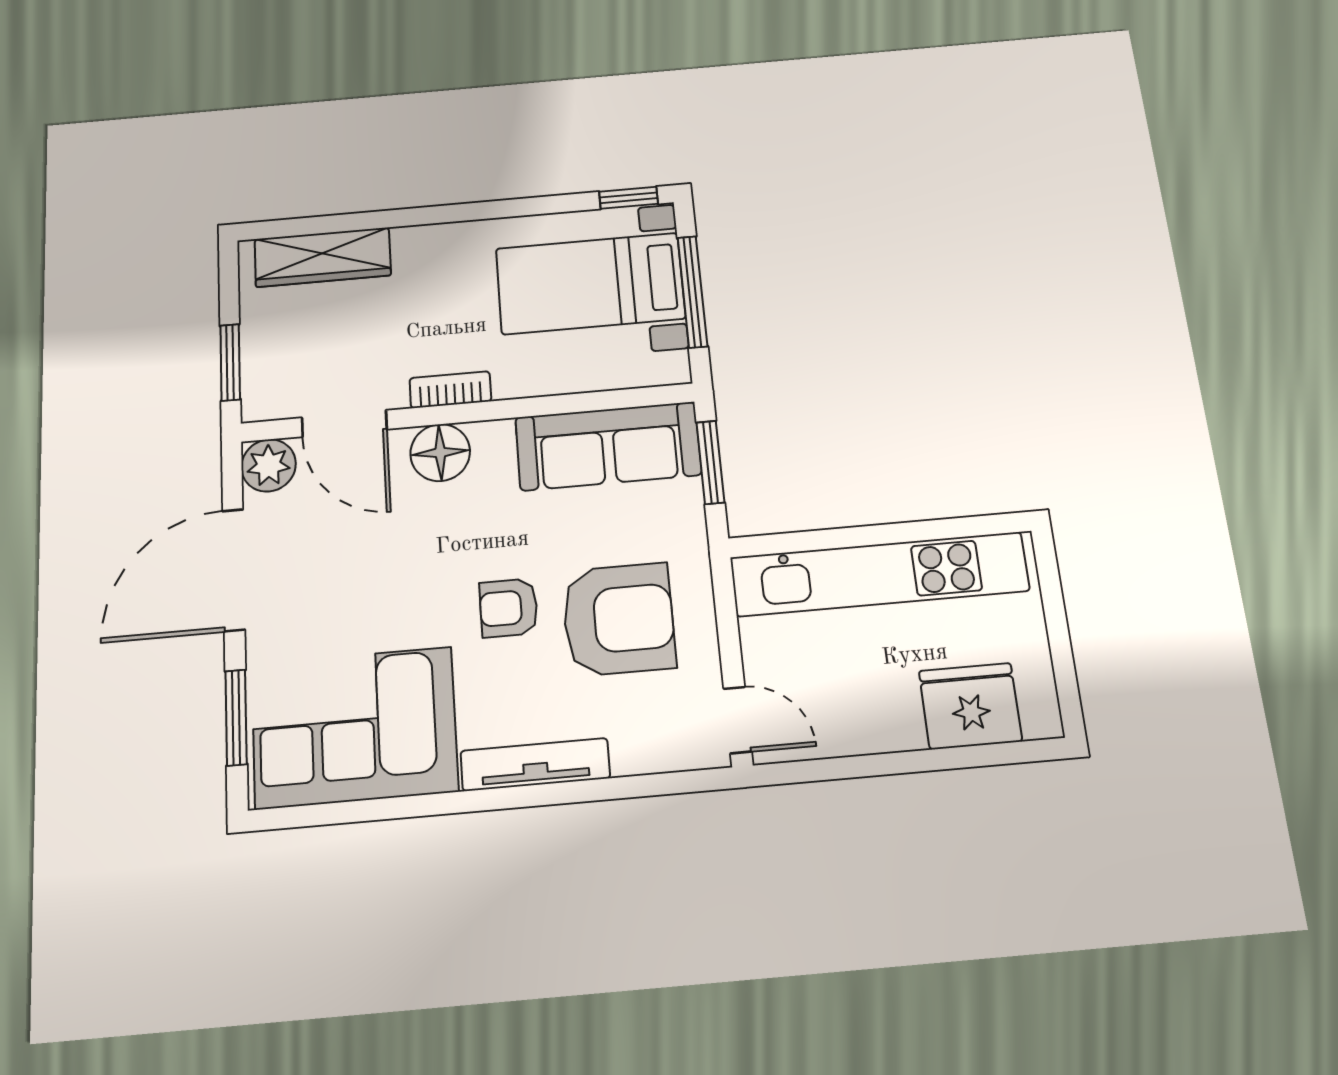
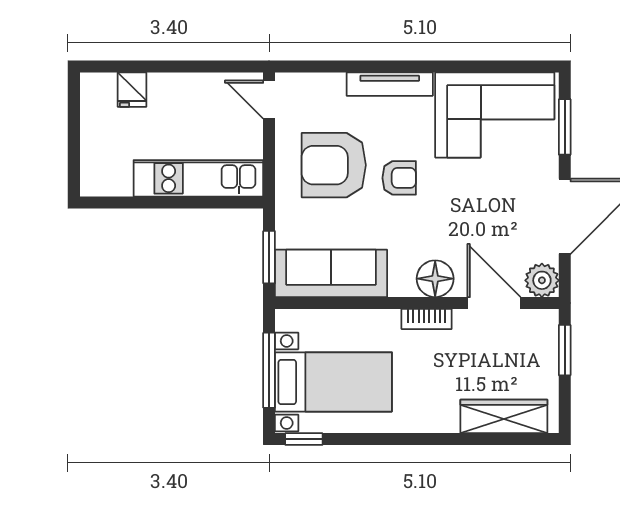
kitchen unit: (879, 574) -> (198, 178), width x0.73
fridge: (970, 706) -> (132, 90), width x0.53, depth x0.75

